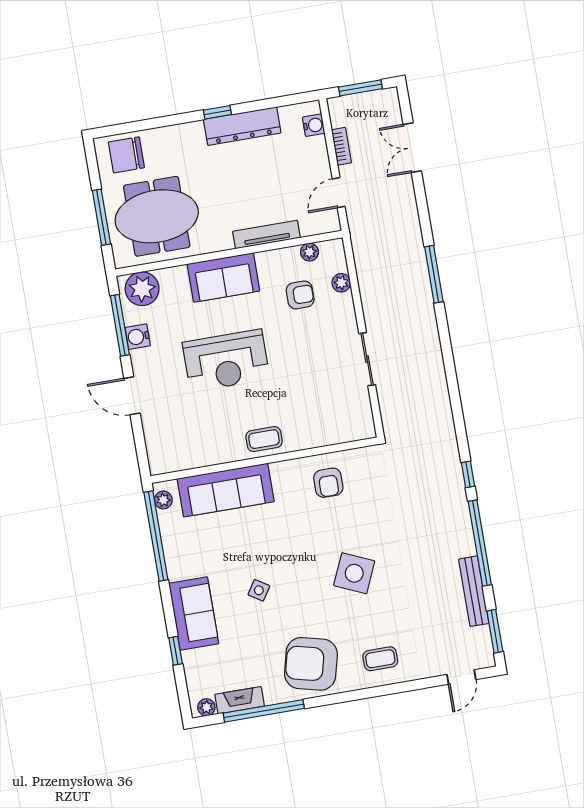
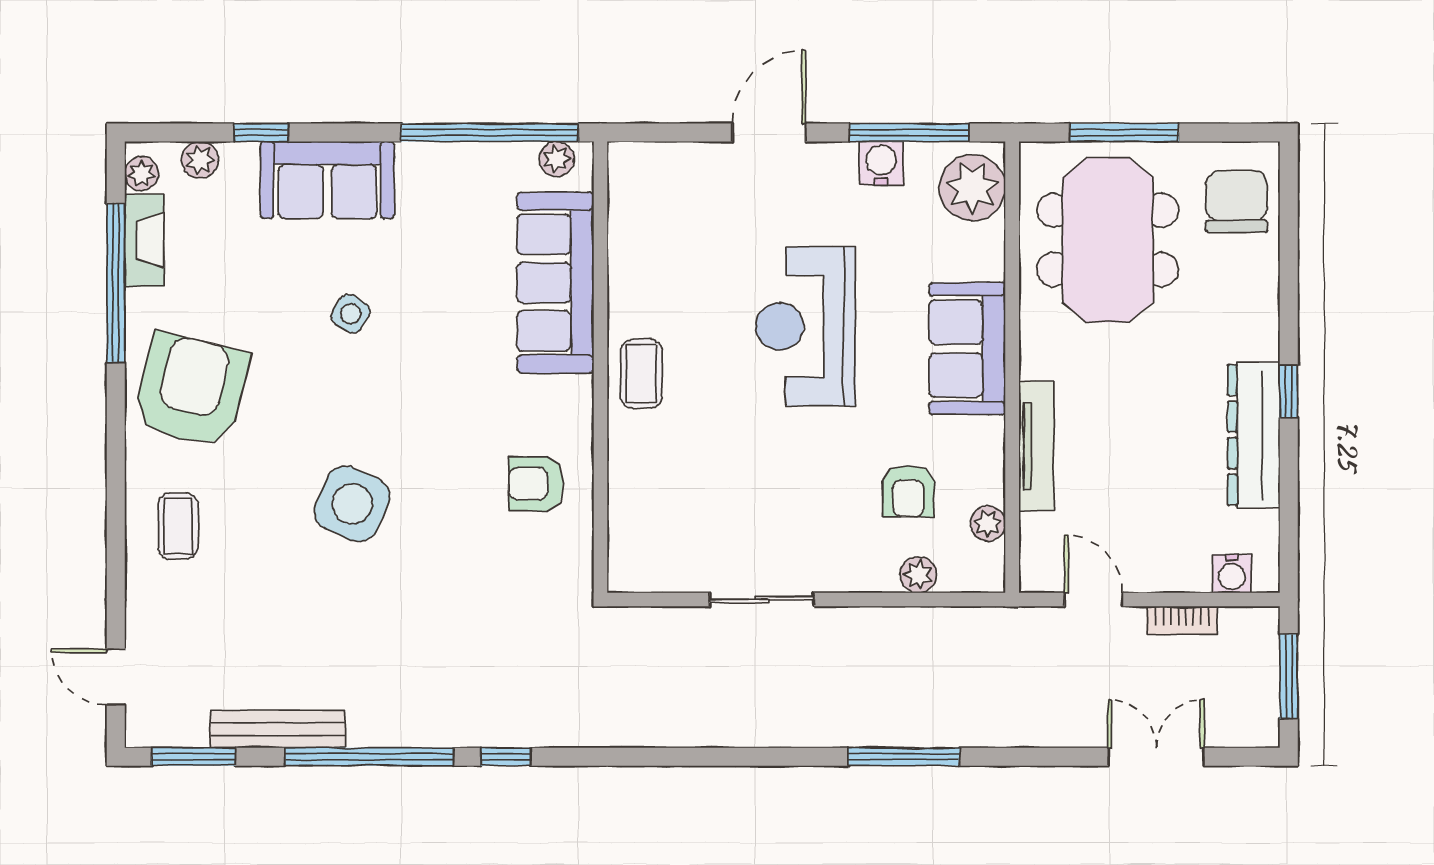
plant: (194, 679) -> (200, 160), added

